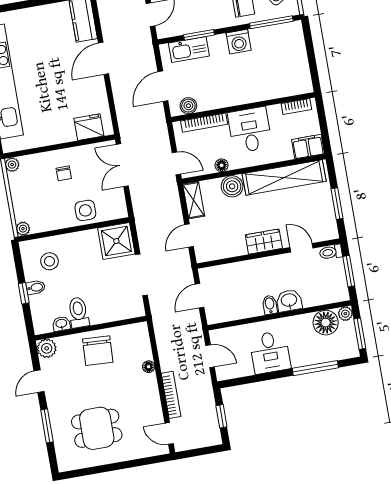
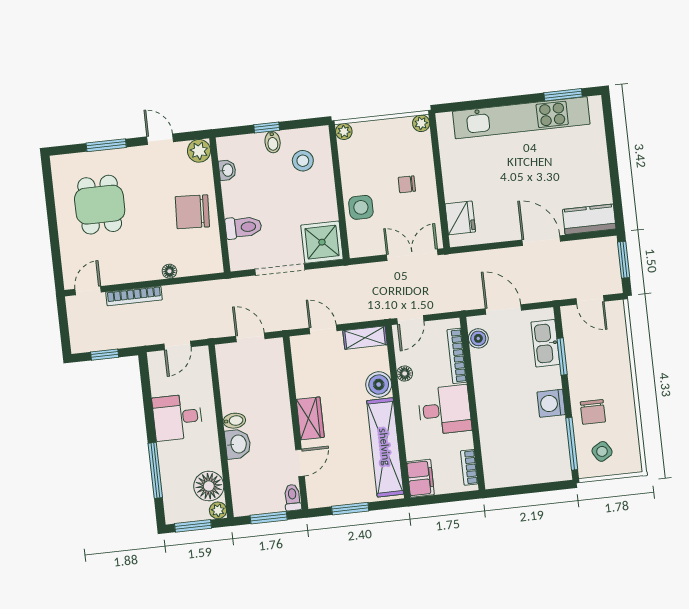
toilet: (78, 312) -> (243, 227), moved

